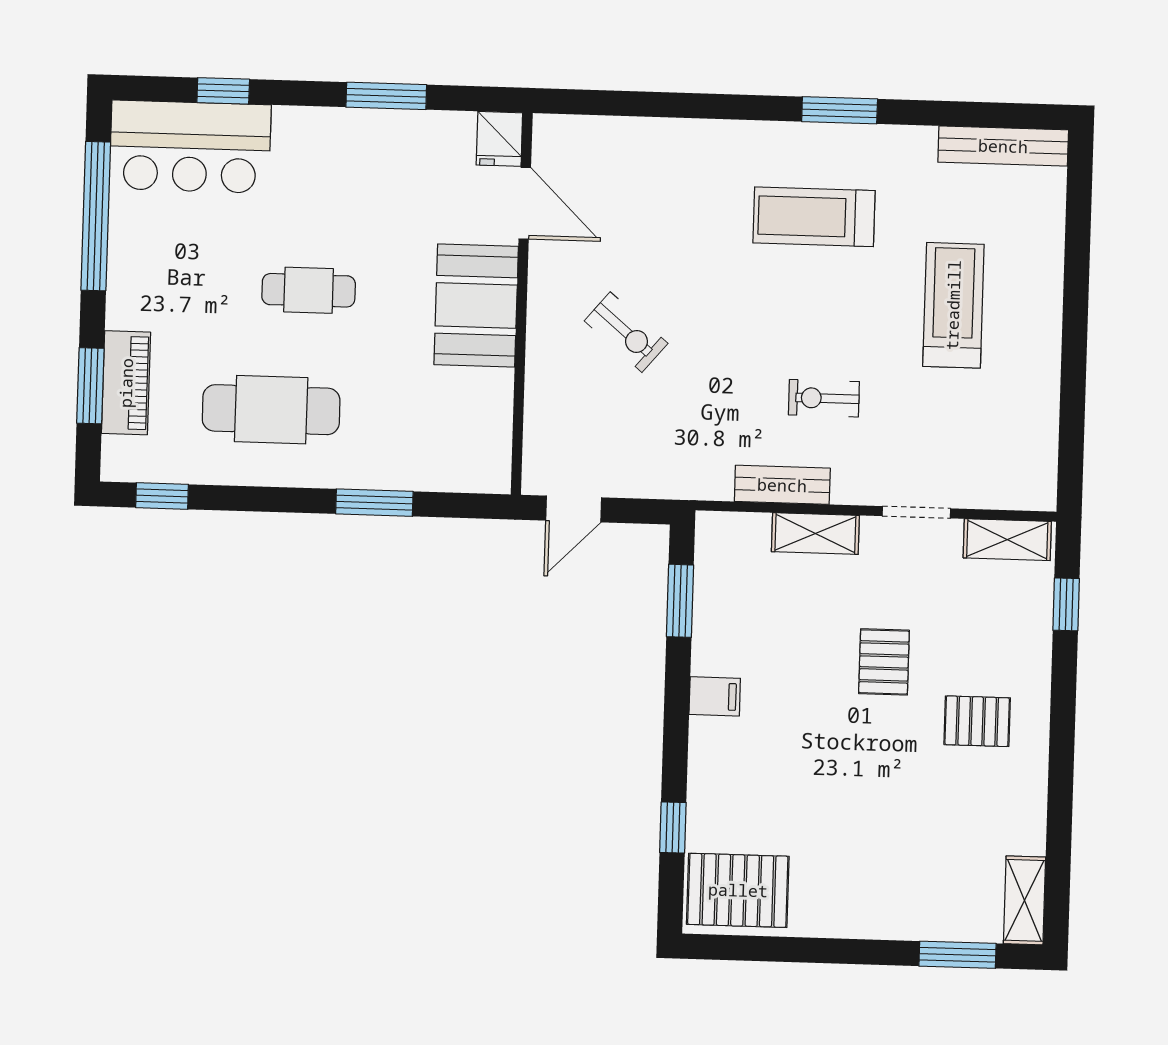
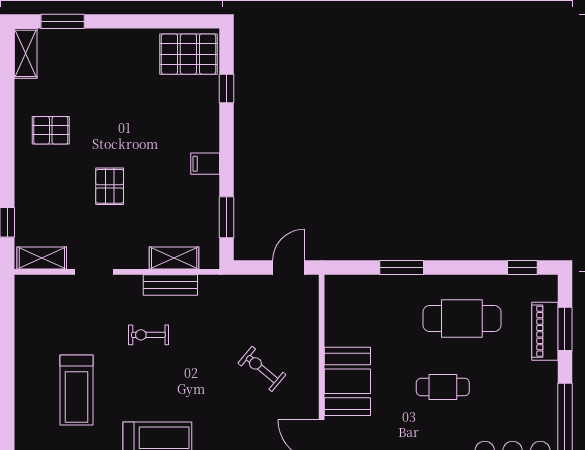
exercise bike: (824, 398) -> (148, 335), turned 180
shelving: (815, 534) -> (174, 258), moved
pallet: (977, 721) -> (51, 130), moved

